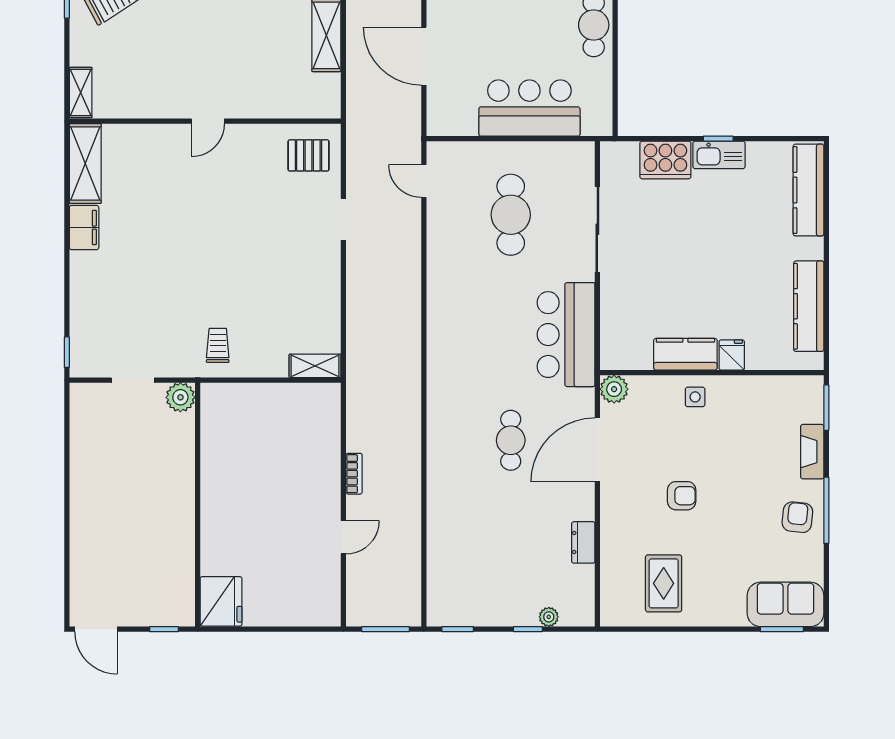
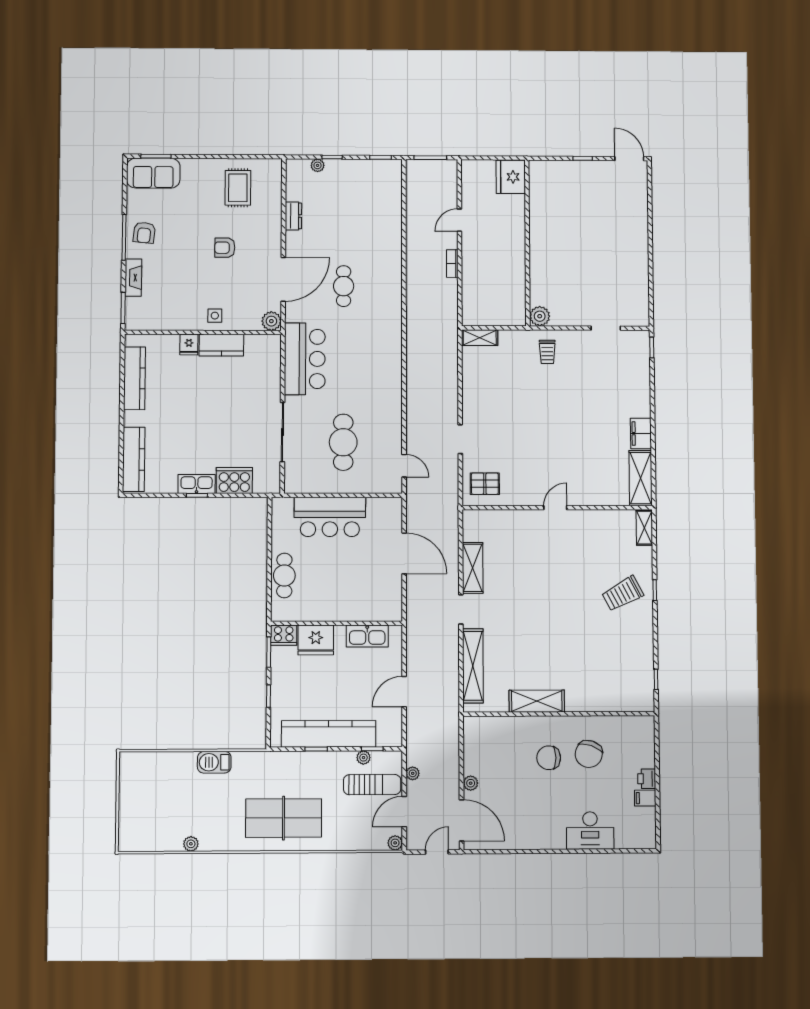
plant: (180, 397) -> (540, 316), moved
wall: (198, 505) -> (527, 243), moved
fridge: (221, 601) -> (511, 177), moved

